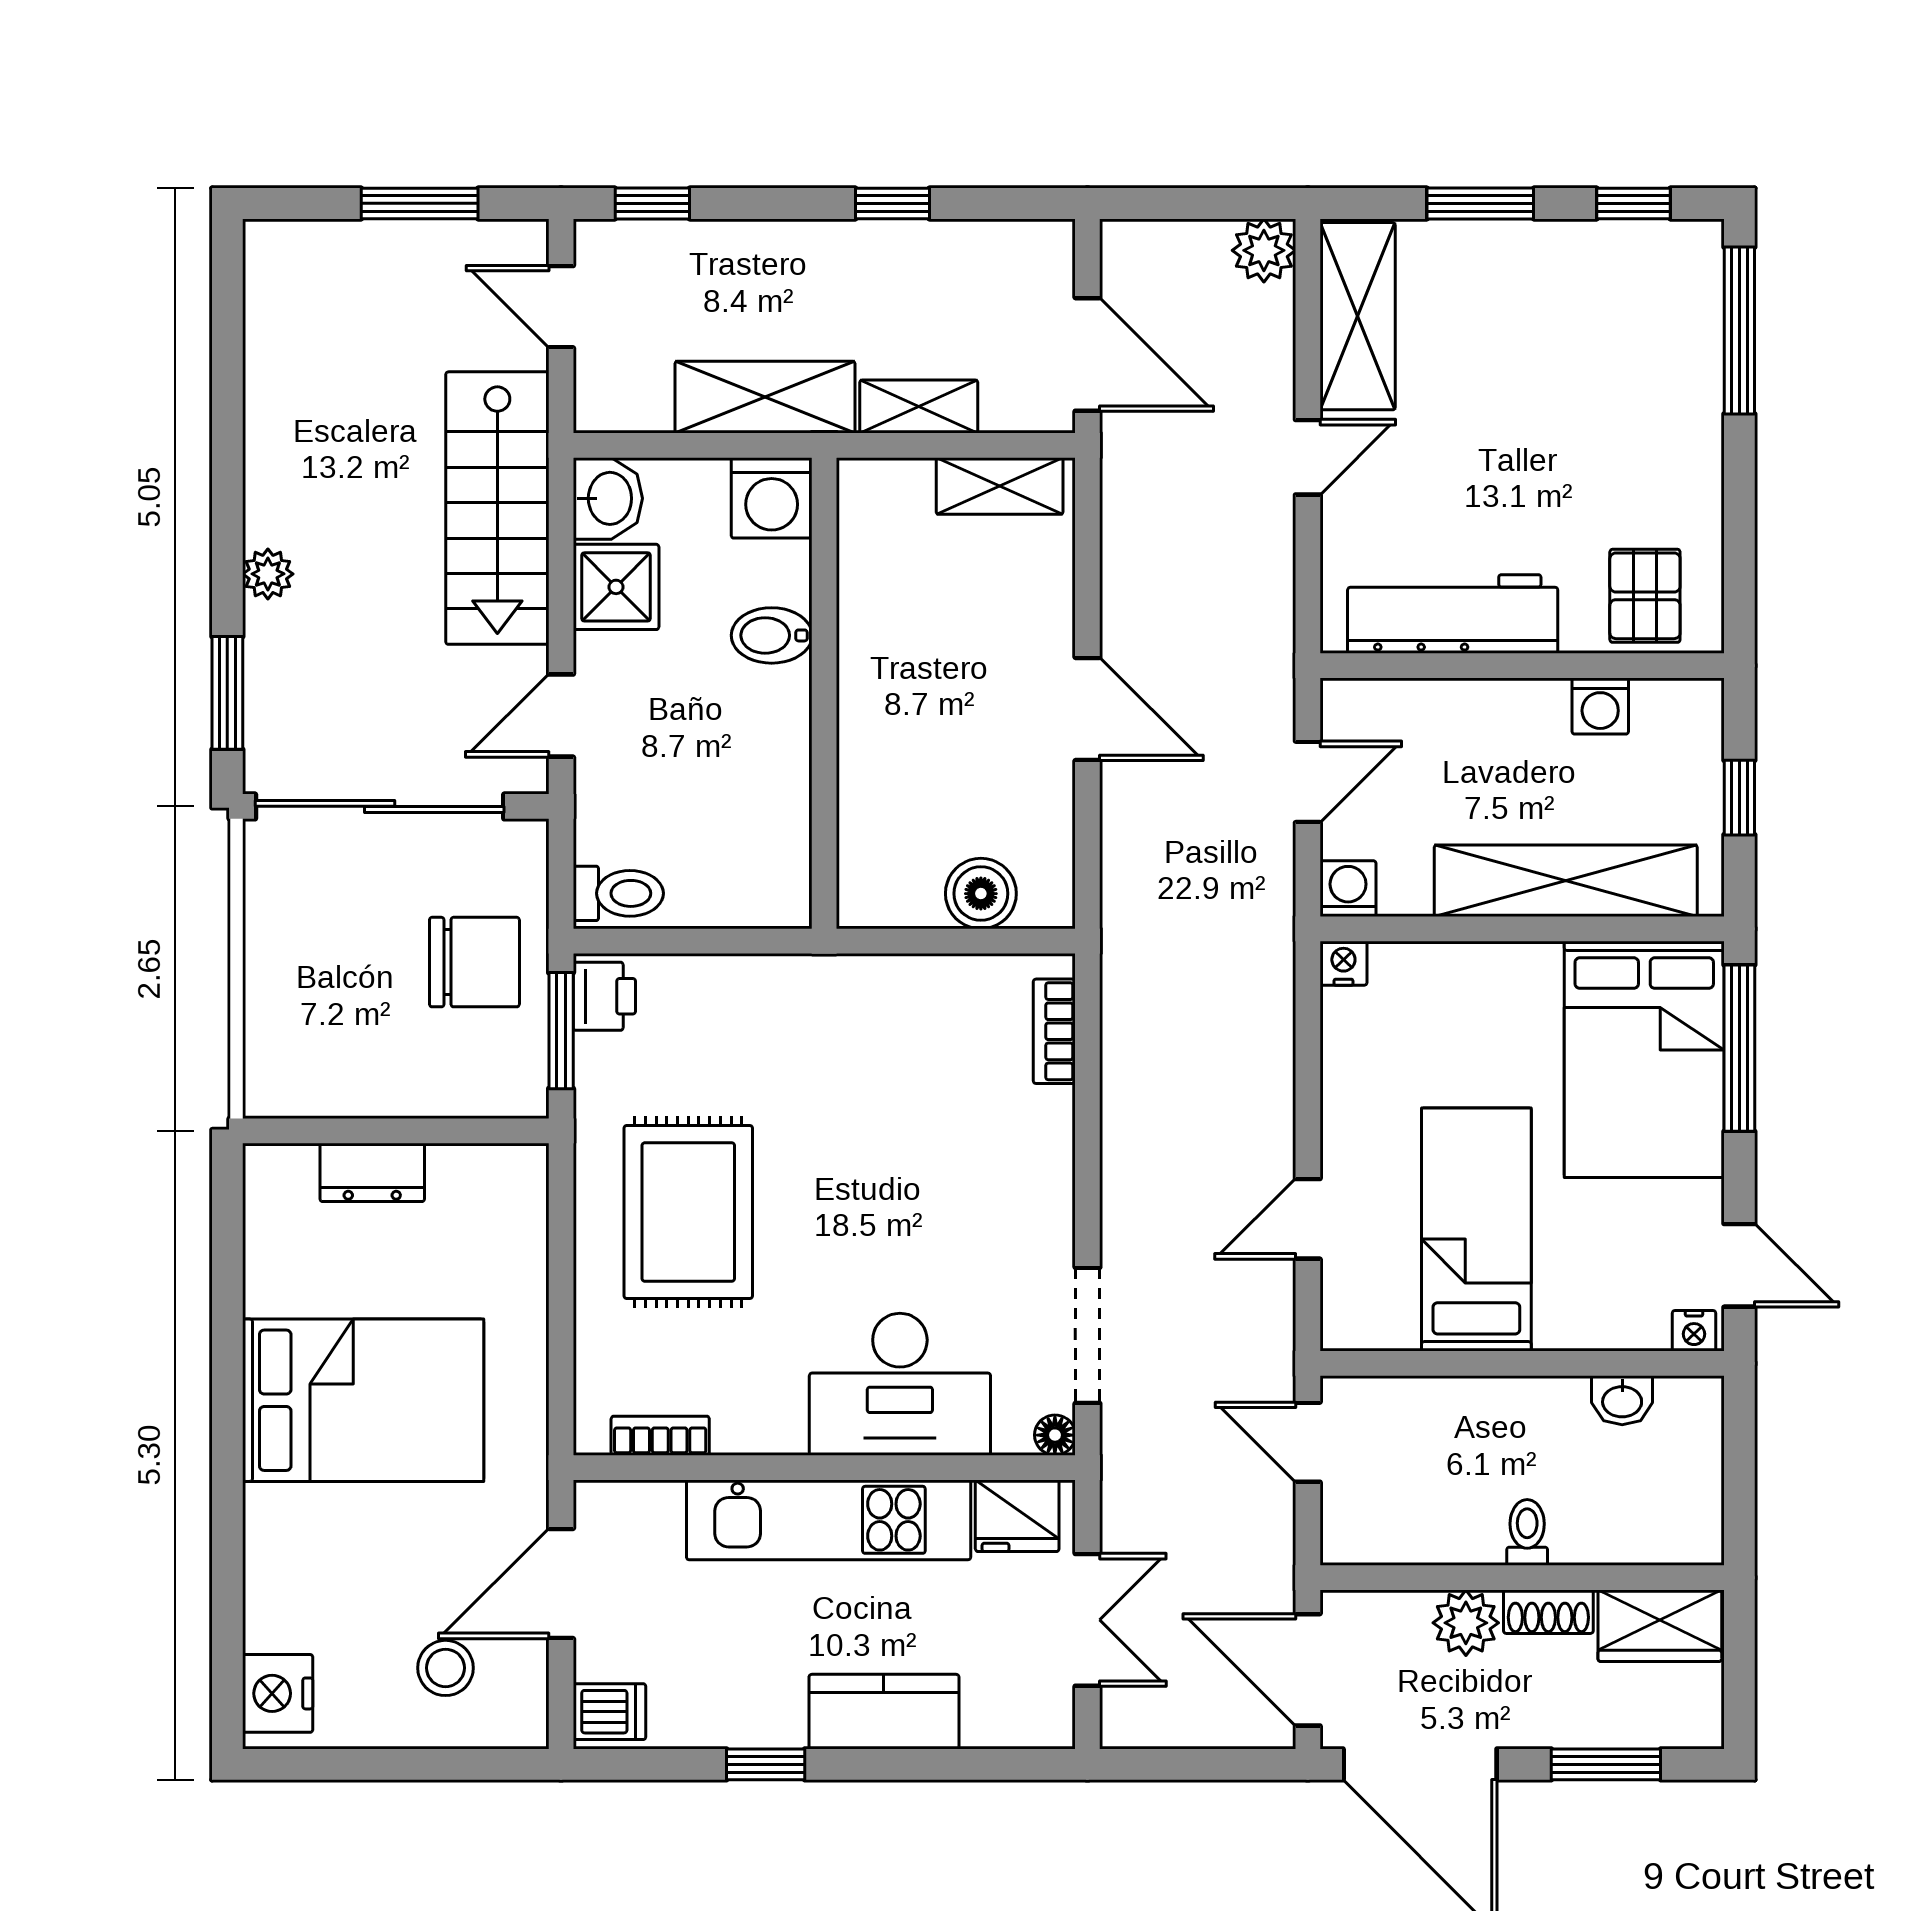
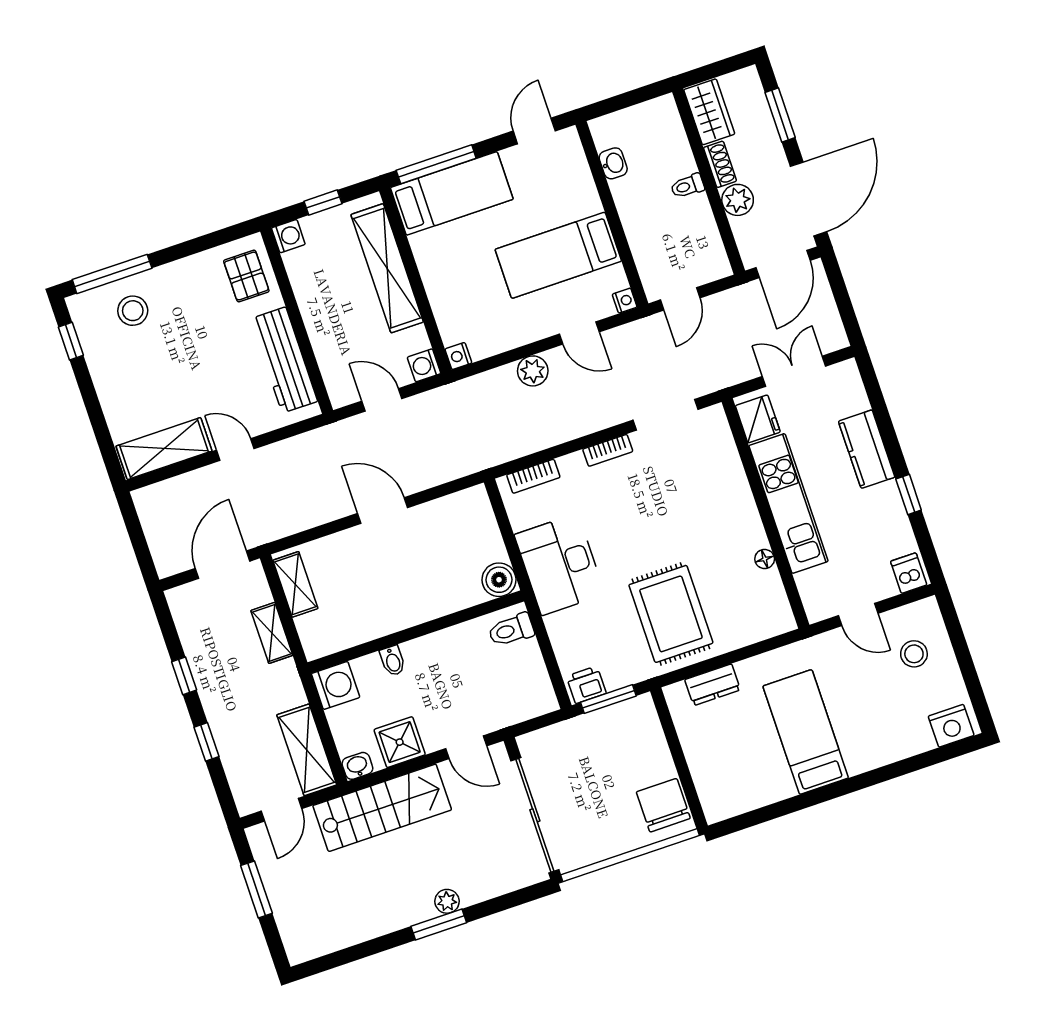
window: (652, 203) -> (207, 742), moved
window: (1480, 203) -> (94, 410), removed
plant: (1264, 250) -> (533, 371), moved
stool: (1652, 347) -> (133, 311), added
shelving: (765, 397) -> (307, 750), moved
washbasin: (608, 498) -> (357, 766), width x0.72, depth x0.69
pallet: (1645, 596) -> (246, 276), turned 90
bidet: (772, 635) -> (393, 661), width x0.72, depth x0.74
window: (227, 693) -> (439, 925), moved
washing machine: (1600, 706) -> (288, 236), moved
door: (1087, 709) -> (383, 511), hinge flipped
toilet: (618, 893) -> (511, 630), moved, turned -90
boiler: (981, 894) -> (499, 580), moved
chair: (474, 962) -> (663, 805), moved
bed: (1644, 1059) -> (452, 193), width x0.67
dresser: (372, 1172) -> (713, 685), moved, turned 90
rug: (688, 1212) -> (671, 614), turned 90
nightstand: (1694, 1331) -> (625, 301), moved
desk: (900, 1384) -> (560, 564), moved, turned 180
bed: (363, 1400) -> (806, 732), width x0.67
floor lamp: (1055, 1435) -> (765, 559), moved
bookcase: (660, 1436) -> (608, 450), moved, turned -90
door: (561, 1584) -> (858, 615), width x0.73

